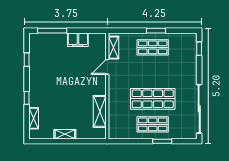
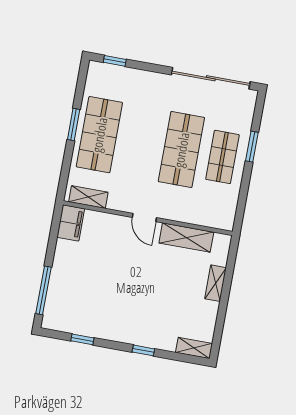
filing cabinet: (78, 40) -> (71, 223), moved
shop shelf: (153, 47) -> (99, 135), width x1.43, depth x1.36
door: (107, 67) -> (144, 218), moved
shelving: (34, 118) -> (194, 348), moved
shelving: (65, 134) -> (216, 283), moved

